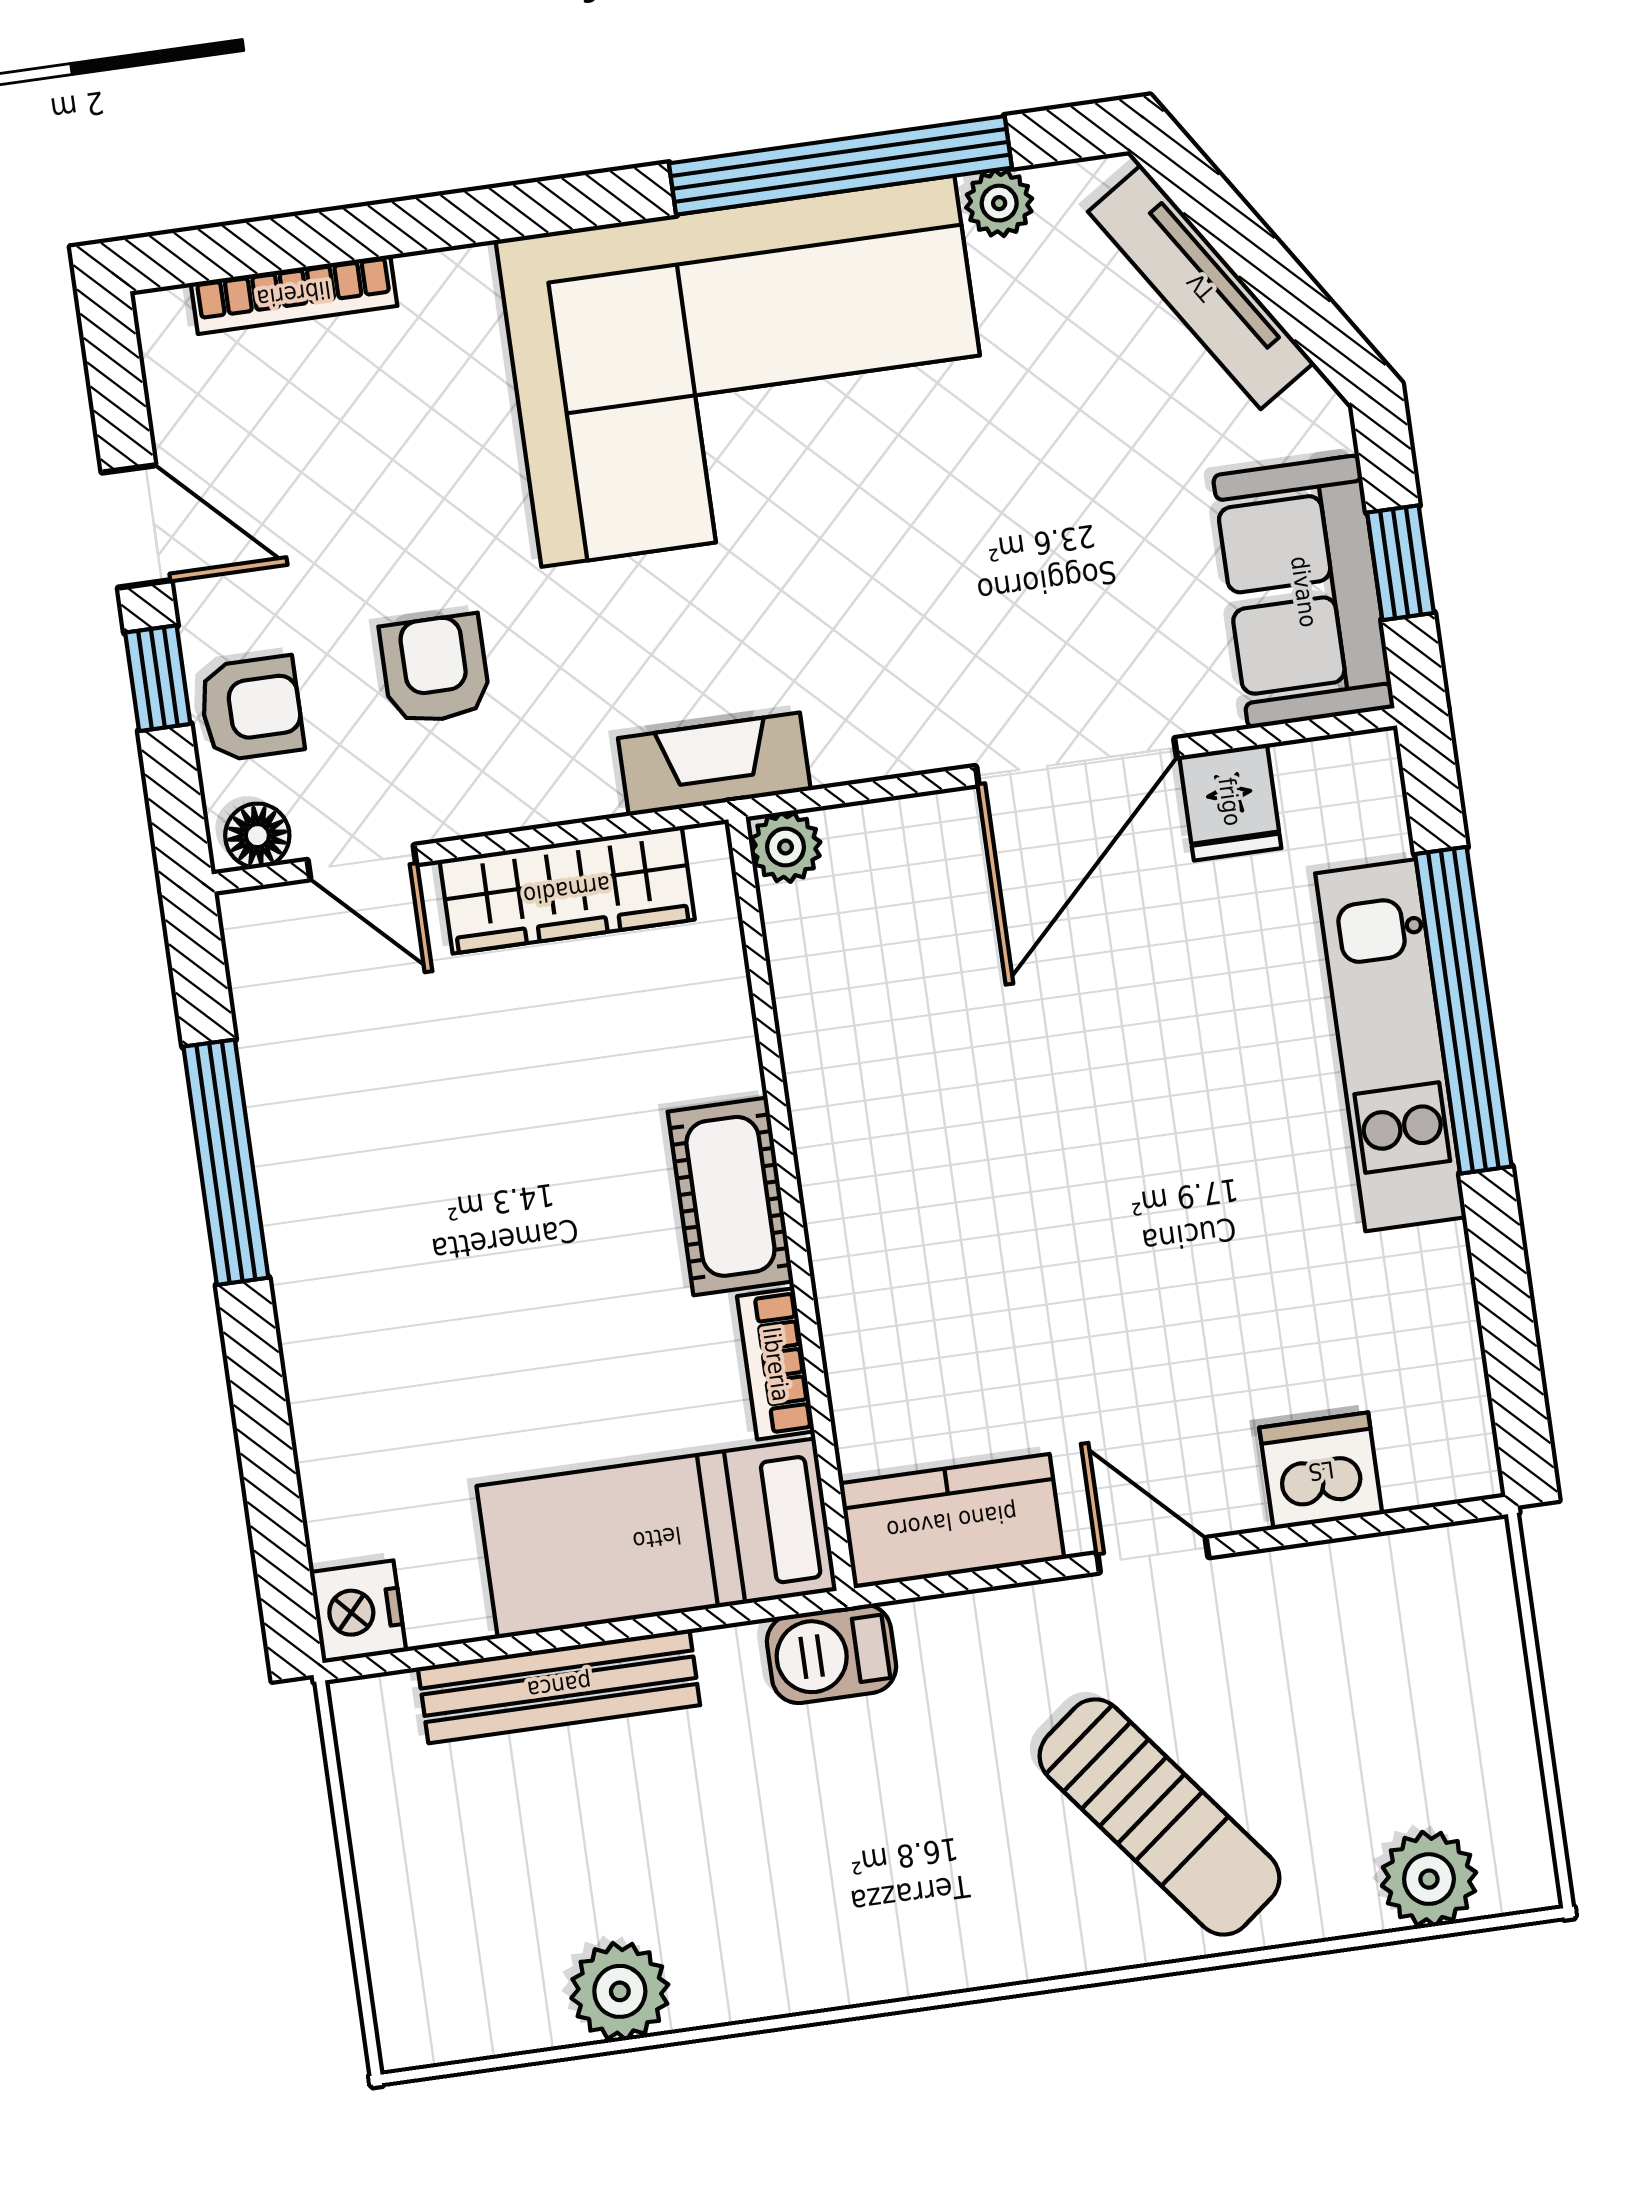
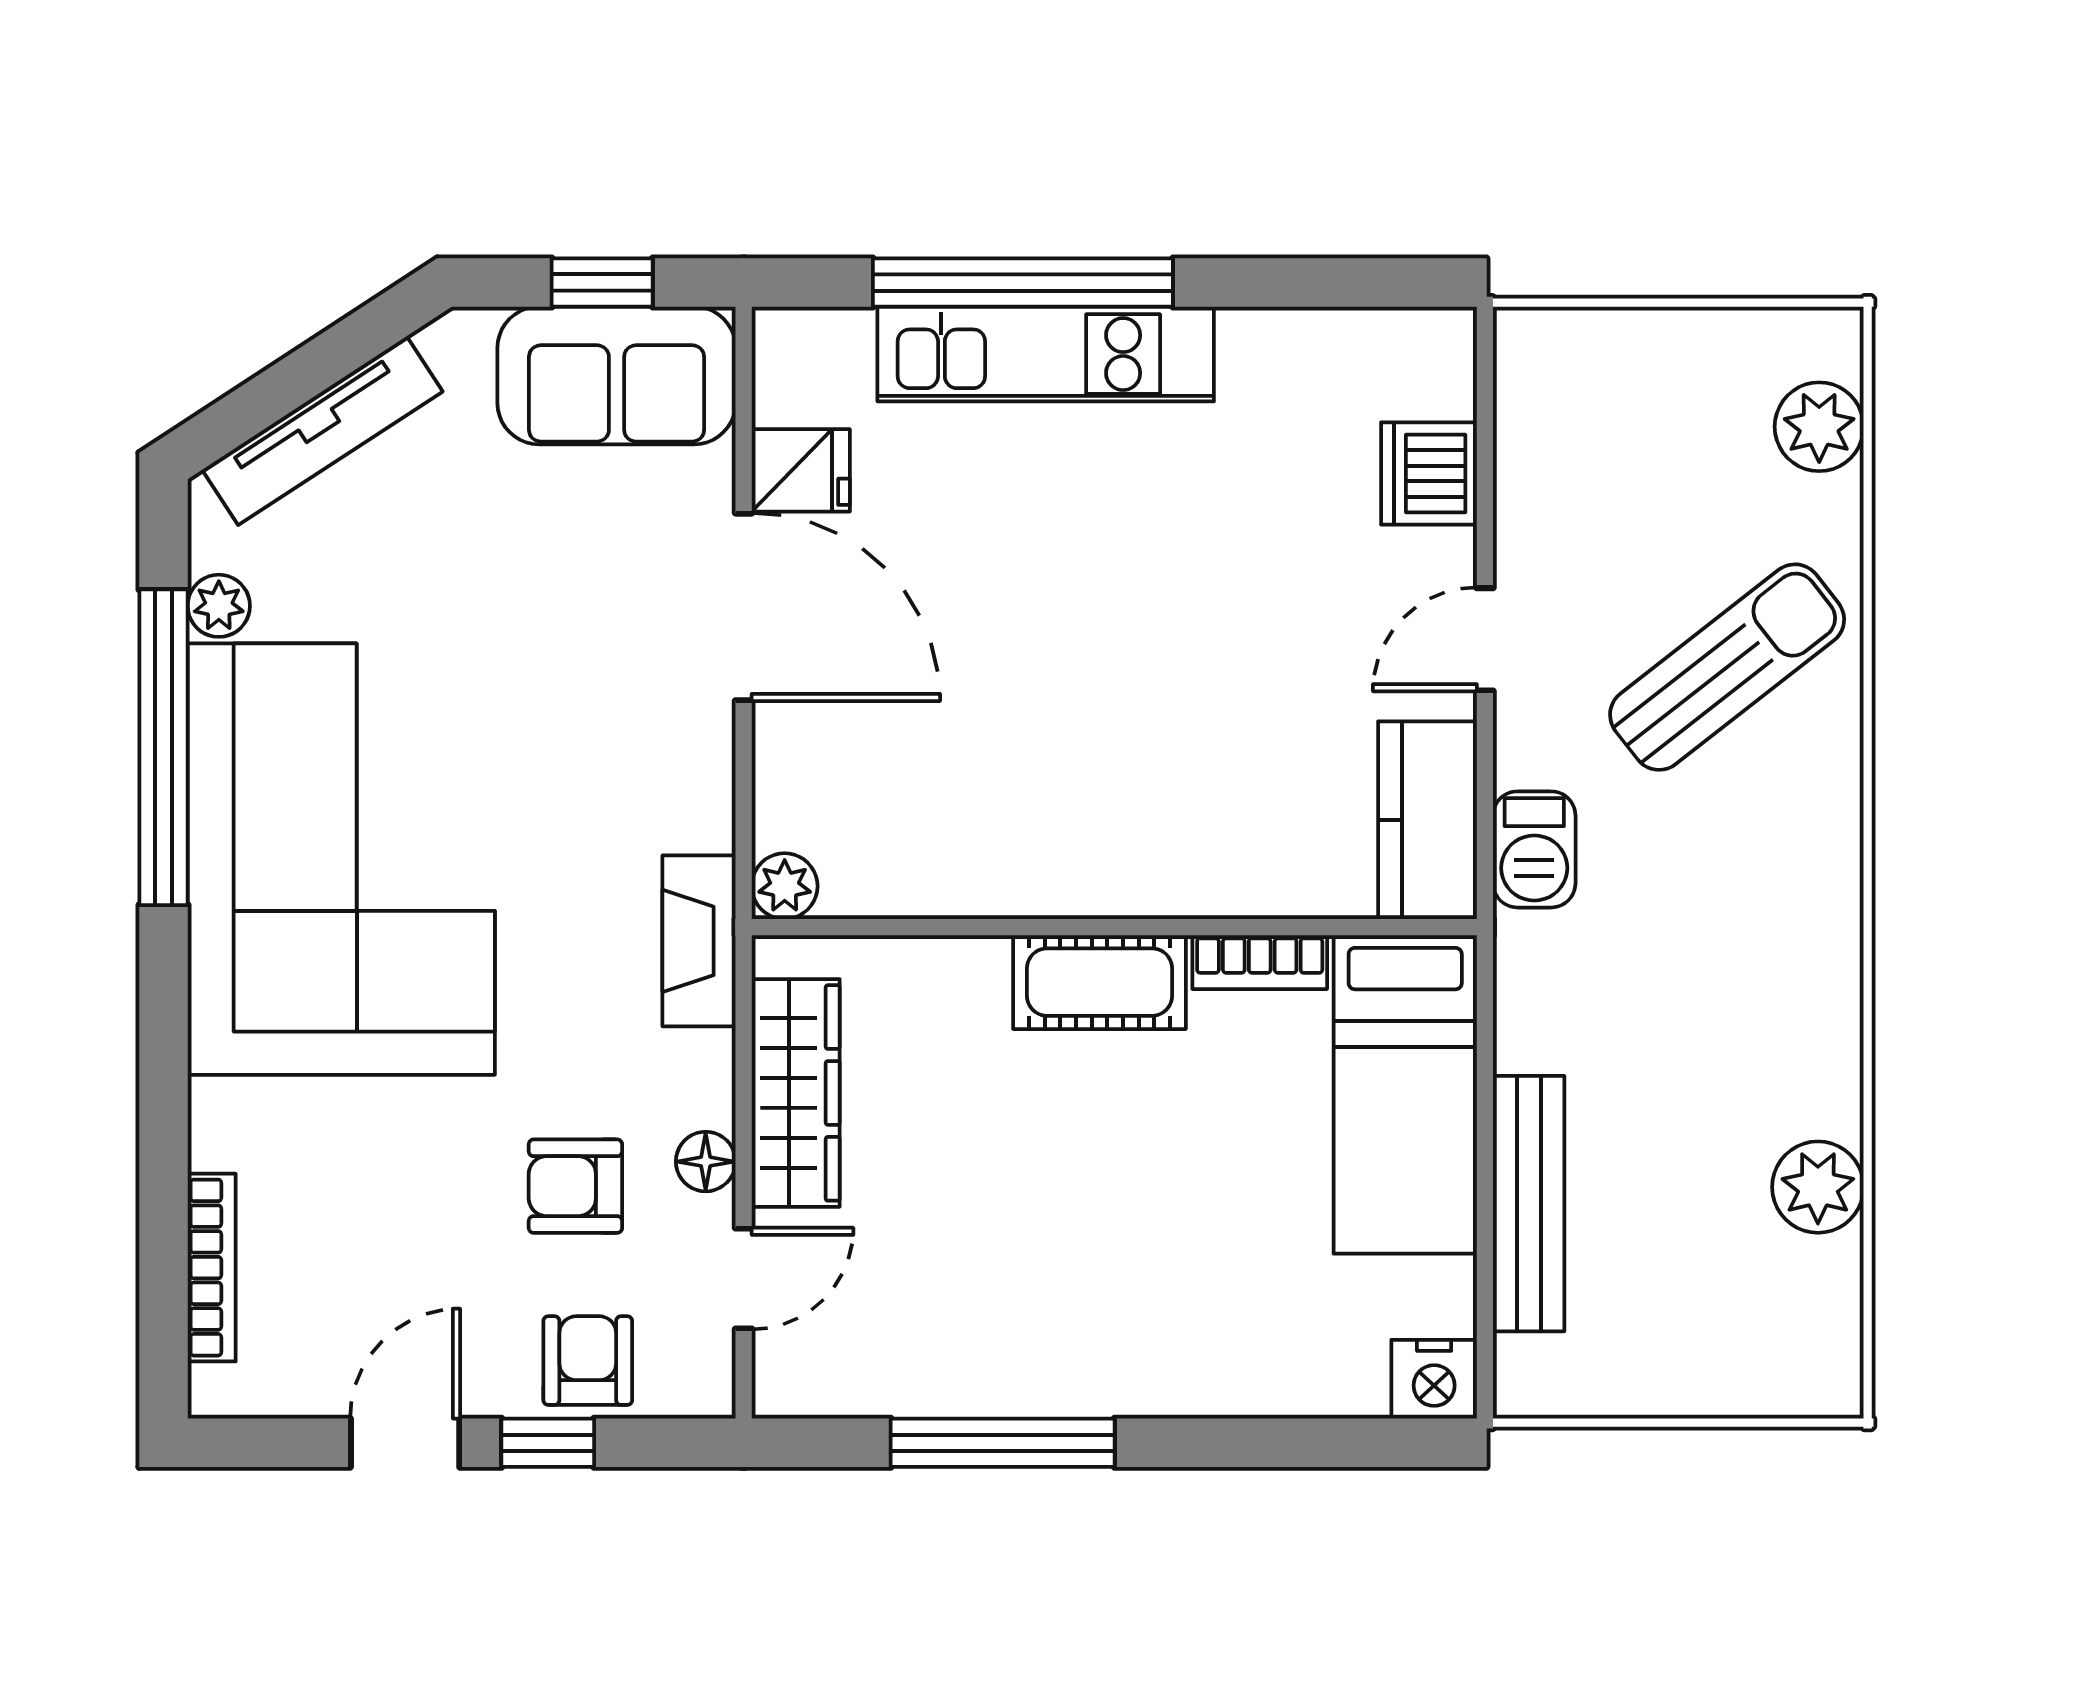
floor lamp: (257, 836) -> (706, 1162), moved
barbecue: (831, 1654) -> (1534, 849), moved

